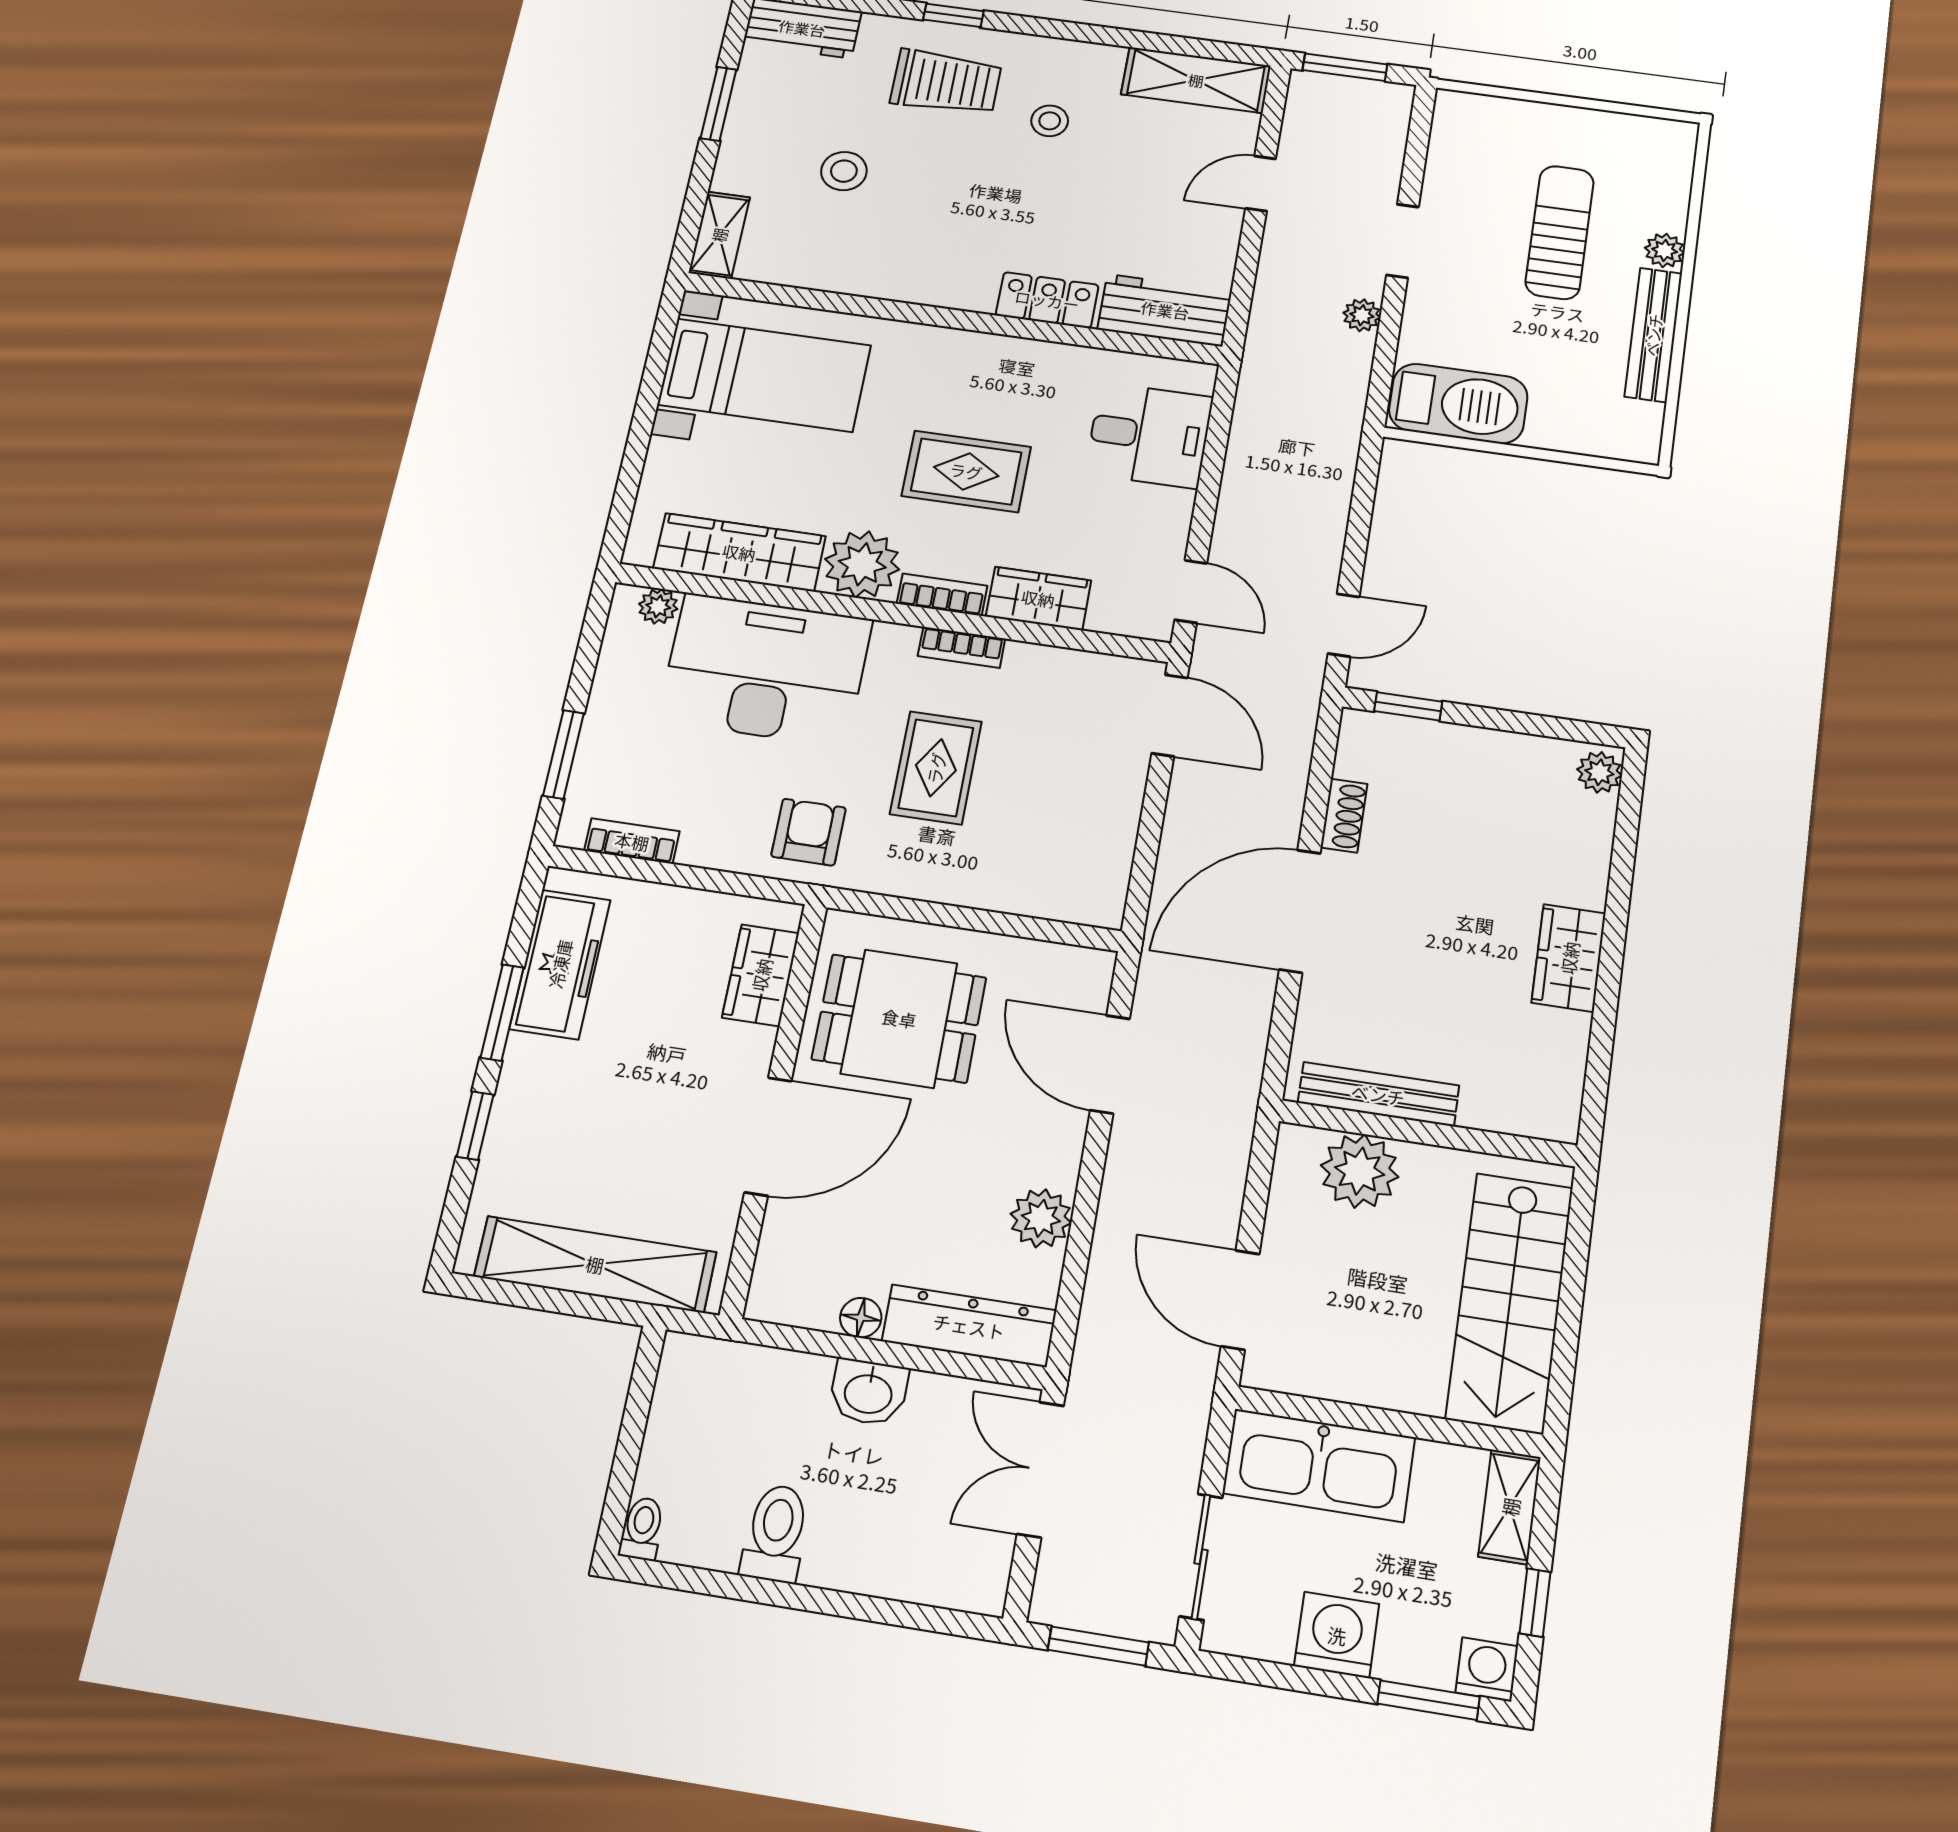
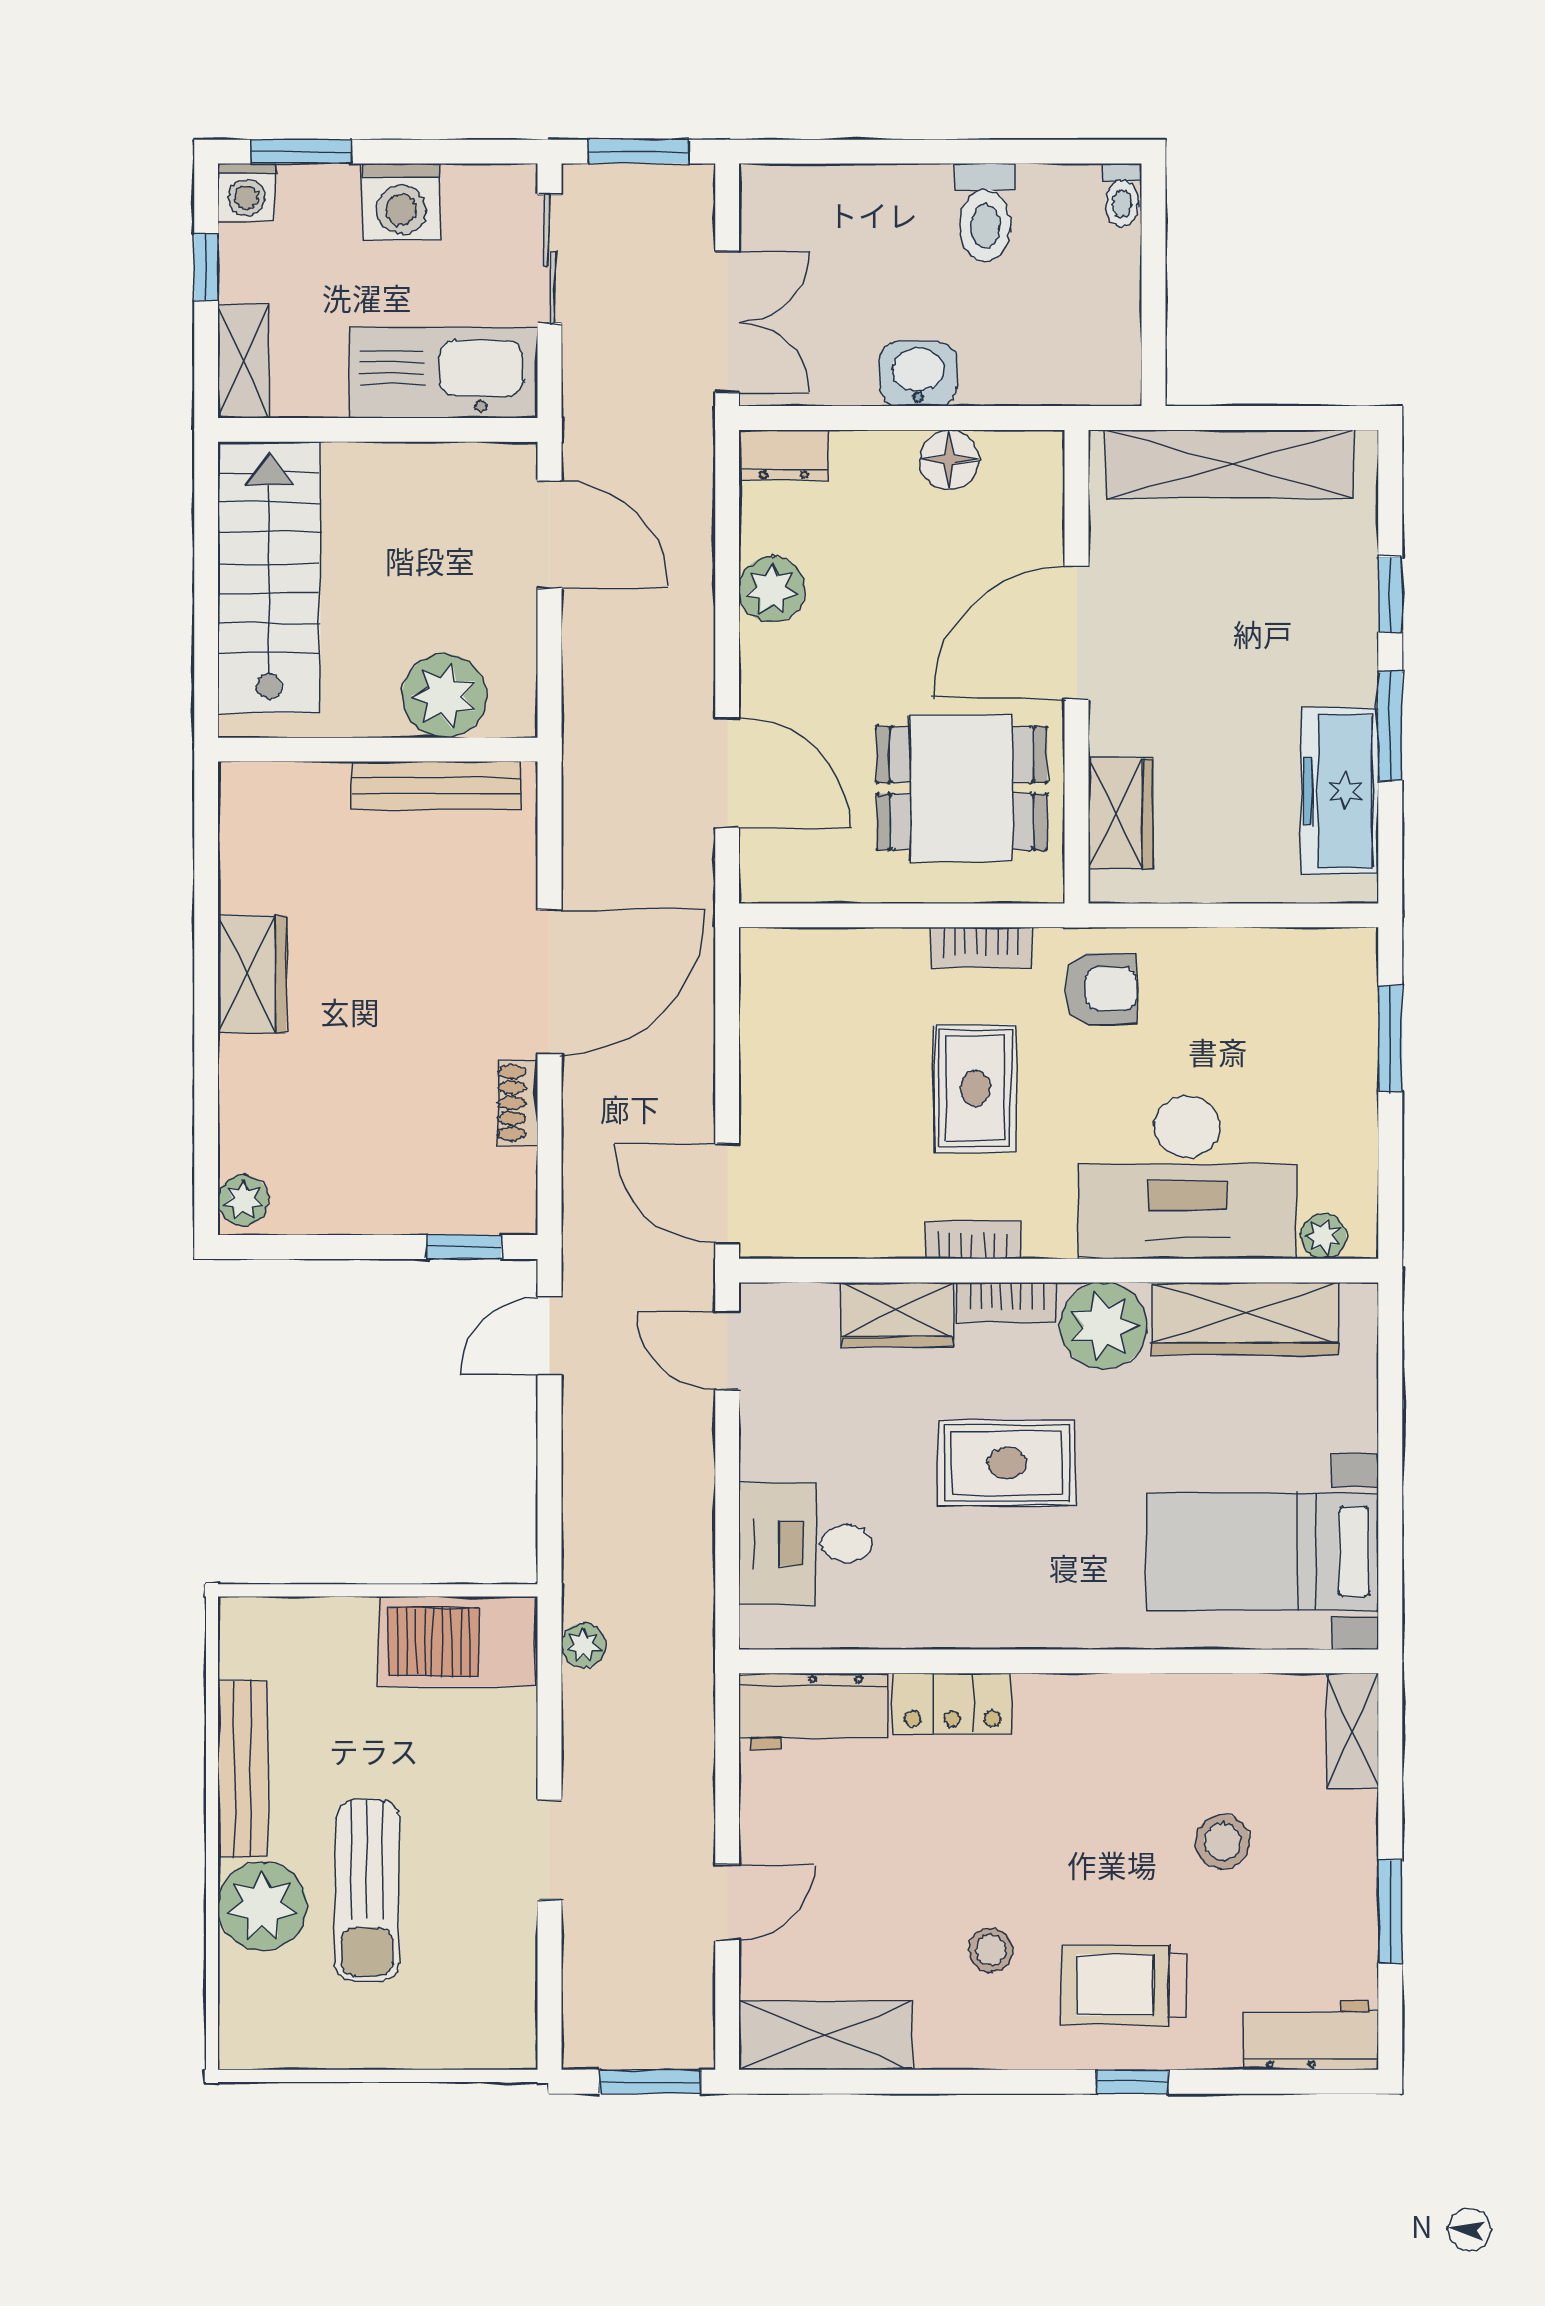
plant: (1665, 250) -> (262, 1906), width x1.88, depth x1.88
plant: (1362, 315) -> (584, 1645), moved
armchair: (809, 832) -> (1101, 989), turned -90
bookcase: (632, 841) -> (981, 947), moved
floor lamp: (861, 1318) -> (949, 460), width x1.37, depth x1.37
dresser: (969, 1326) -> (784, 455), width x0.51, depth x0.80

